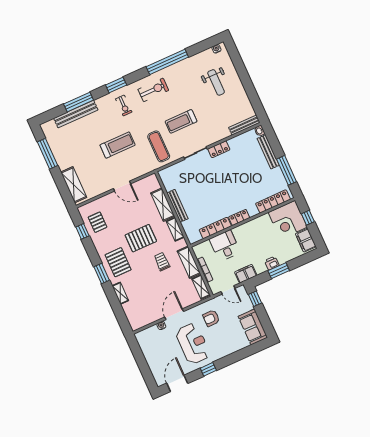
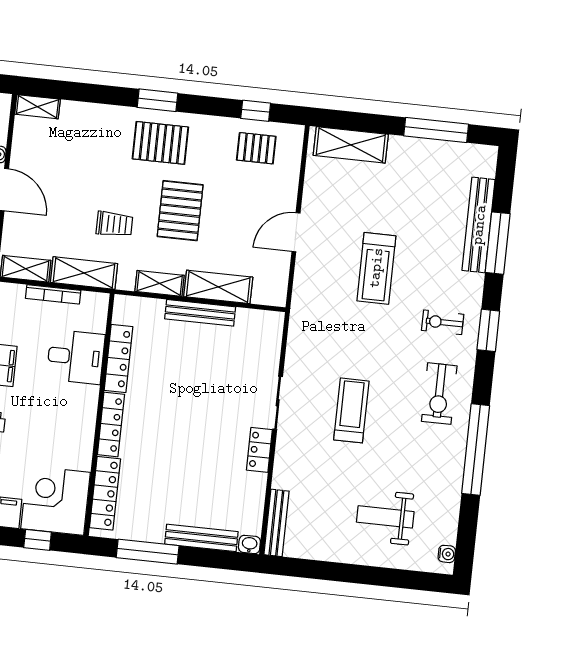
exercise mat: (159, 146) -> (330, 342), removed
locker: (239, 217) -> (111, 424), width x1.53
shelving: (120, 293) -> (37, 107), moved

